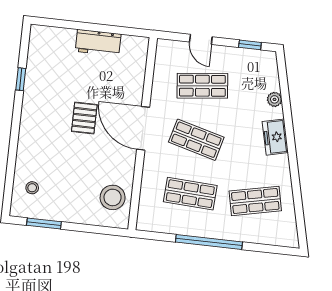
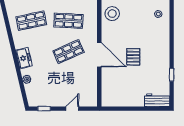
door: (201, 39) -> (72, 109), hinge flipped
workbench: (98, 43) -> (157, 100), moved
shop shelf: (202, 86) -> (68, 82), removed
shop shelf: (196, 140) -> (68, 52), turned -39

